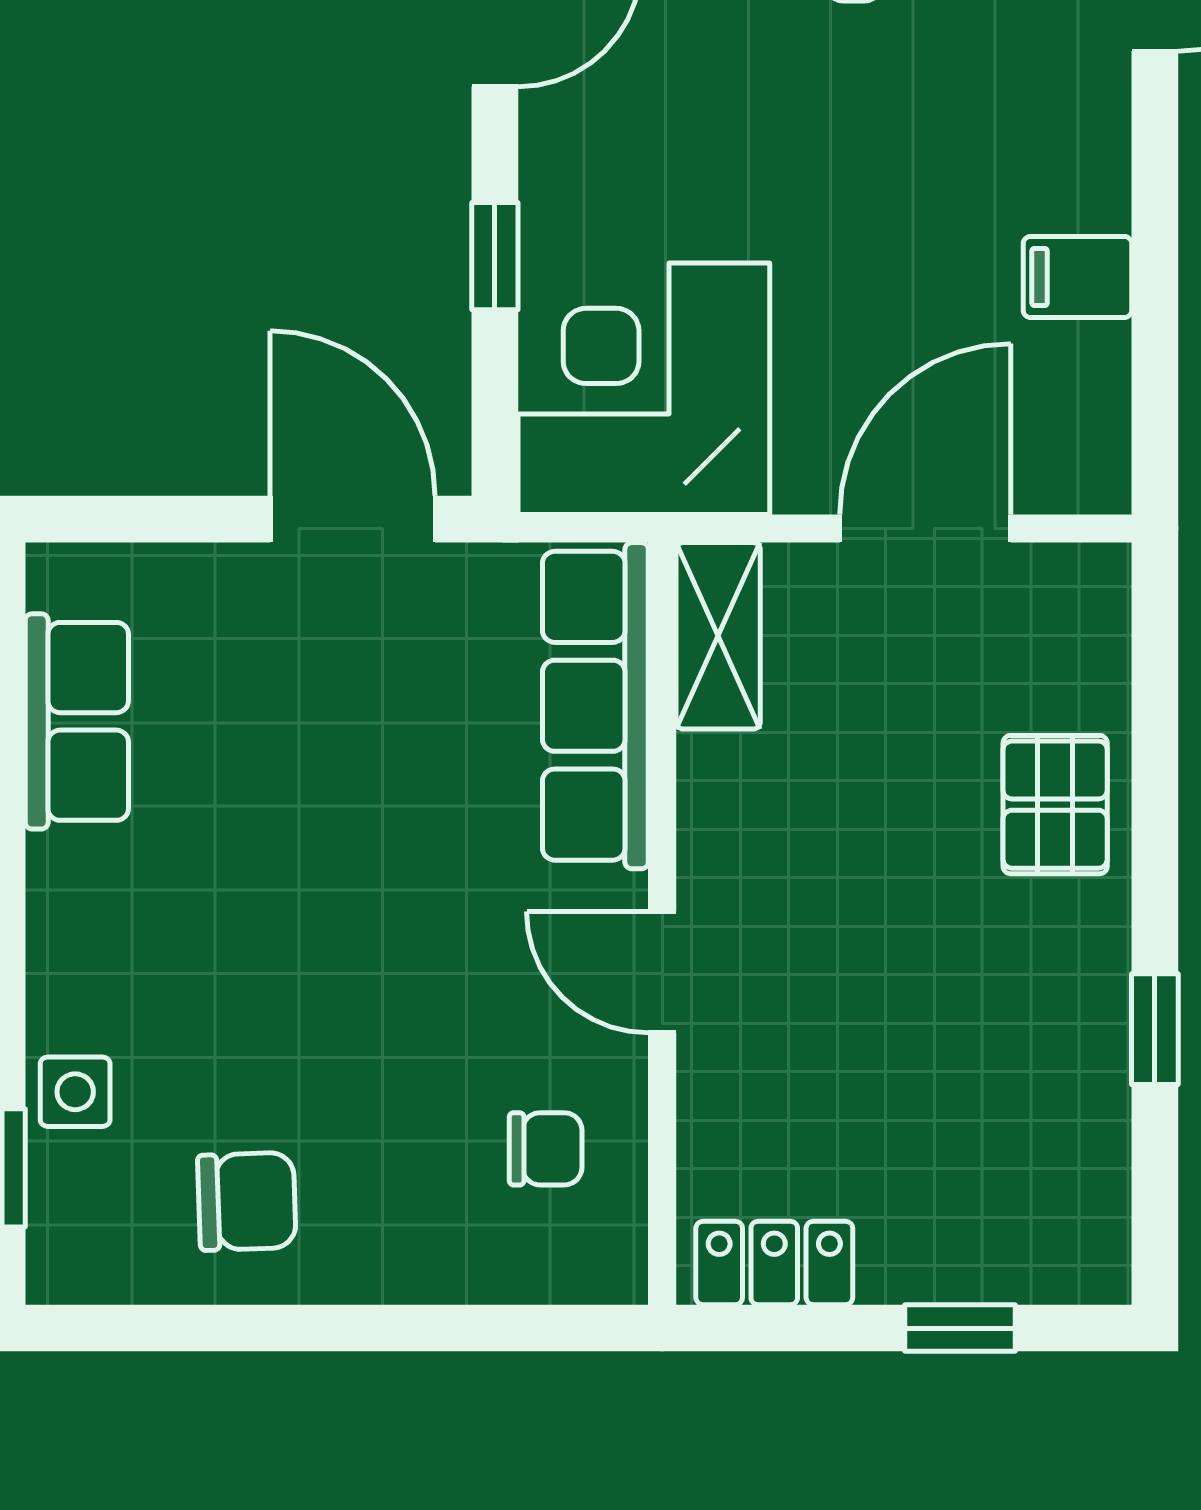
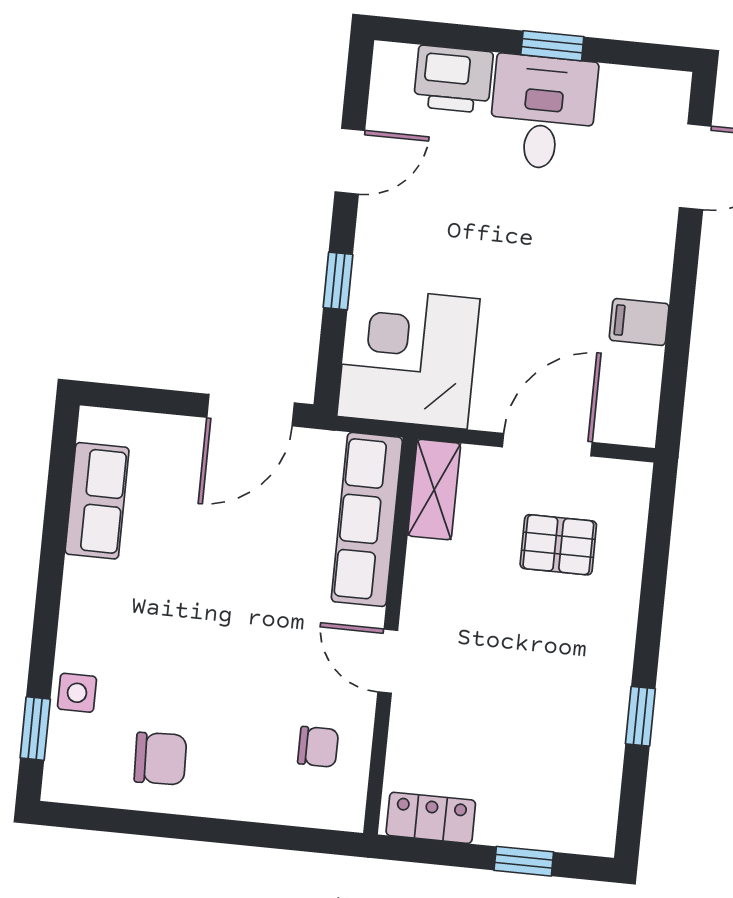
door: (353, 519) -> (251, 410), swing flipped
pallet: (1055, 805) -> (558, 545), moved, turned 90

